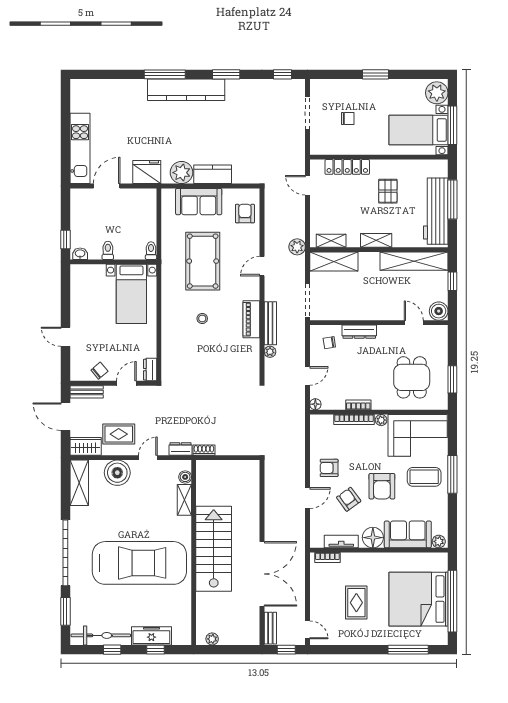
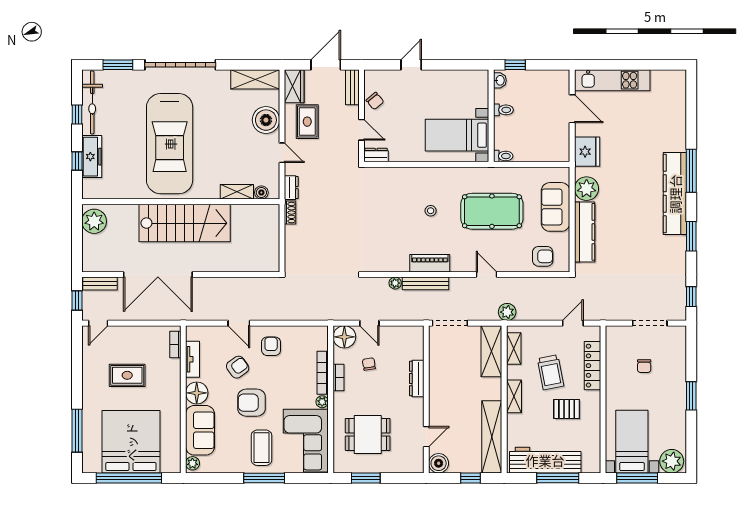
kitchen counter: (213, 174) -> (585, 232), width x1.50
trolley: (354, 206) -> (551, 372), added
chair: (329, 343) -> (369, 364), moved
floor lamp: (315, 404) -> (344, 337), width x1.89, depth x1.89
plant: (212, 639) -> (94, 221), width x1.88, depth x1.88

